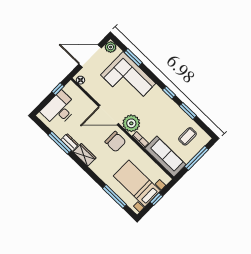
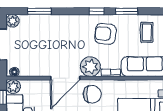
corner sofa: (128, 79) -> (52, 33), removed
plant: (71, 89) -> (13, 87), added
armchair: (161, 112) -> (105, 34), added

